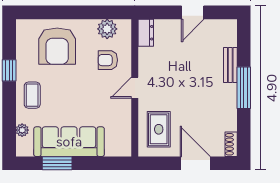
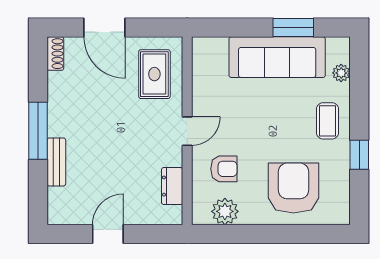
dresser: (146, 33) -> (172, 186), moved

